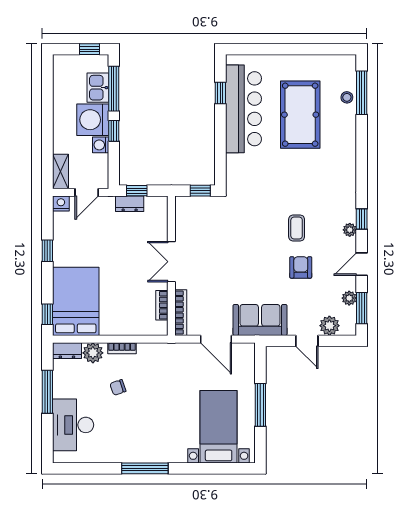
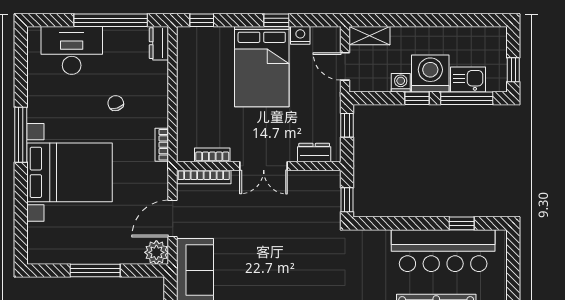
nightstand: (61, 203) -> (300, 35), moved, turned -90
dresser: (130, 204) -> (314, 153), moved, turned 90
double door: (171, 262) -> (264, 166), swing flipped
bed: (76, 301) -> (262, 67), moved, turned 90
bookcase: (122, 348) -> (162, 145), moved
plant: (93, 353) -> (156, 252), moved
window: (47, 392) -> (111, 20), width x1.46
bed with nightstands: (219, 427) -> (70, 172), moved, width x1.36

